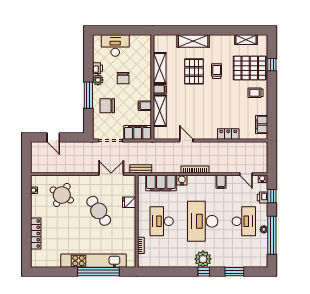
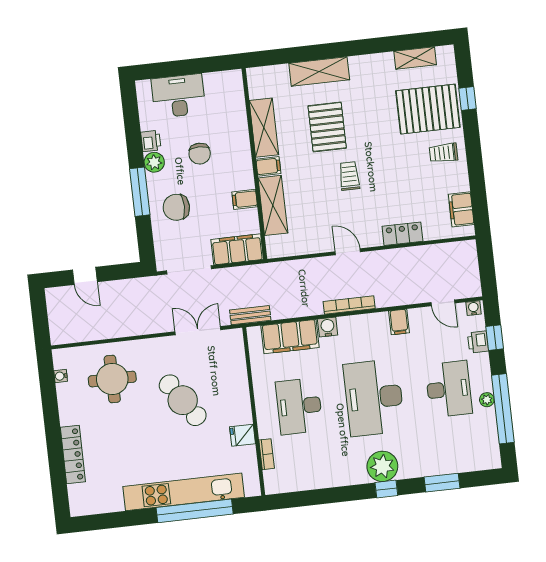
trolley: (217, 71) -> (349, 176), moved
door: (186, 140) -> (348, 252), moved
round table: (62, 195) -> (112, 379), turned -31
fridge: (129, 202) -> (243, 435), moved

